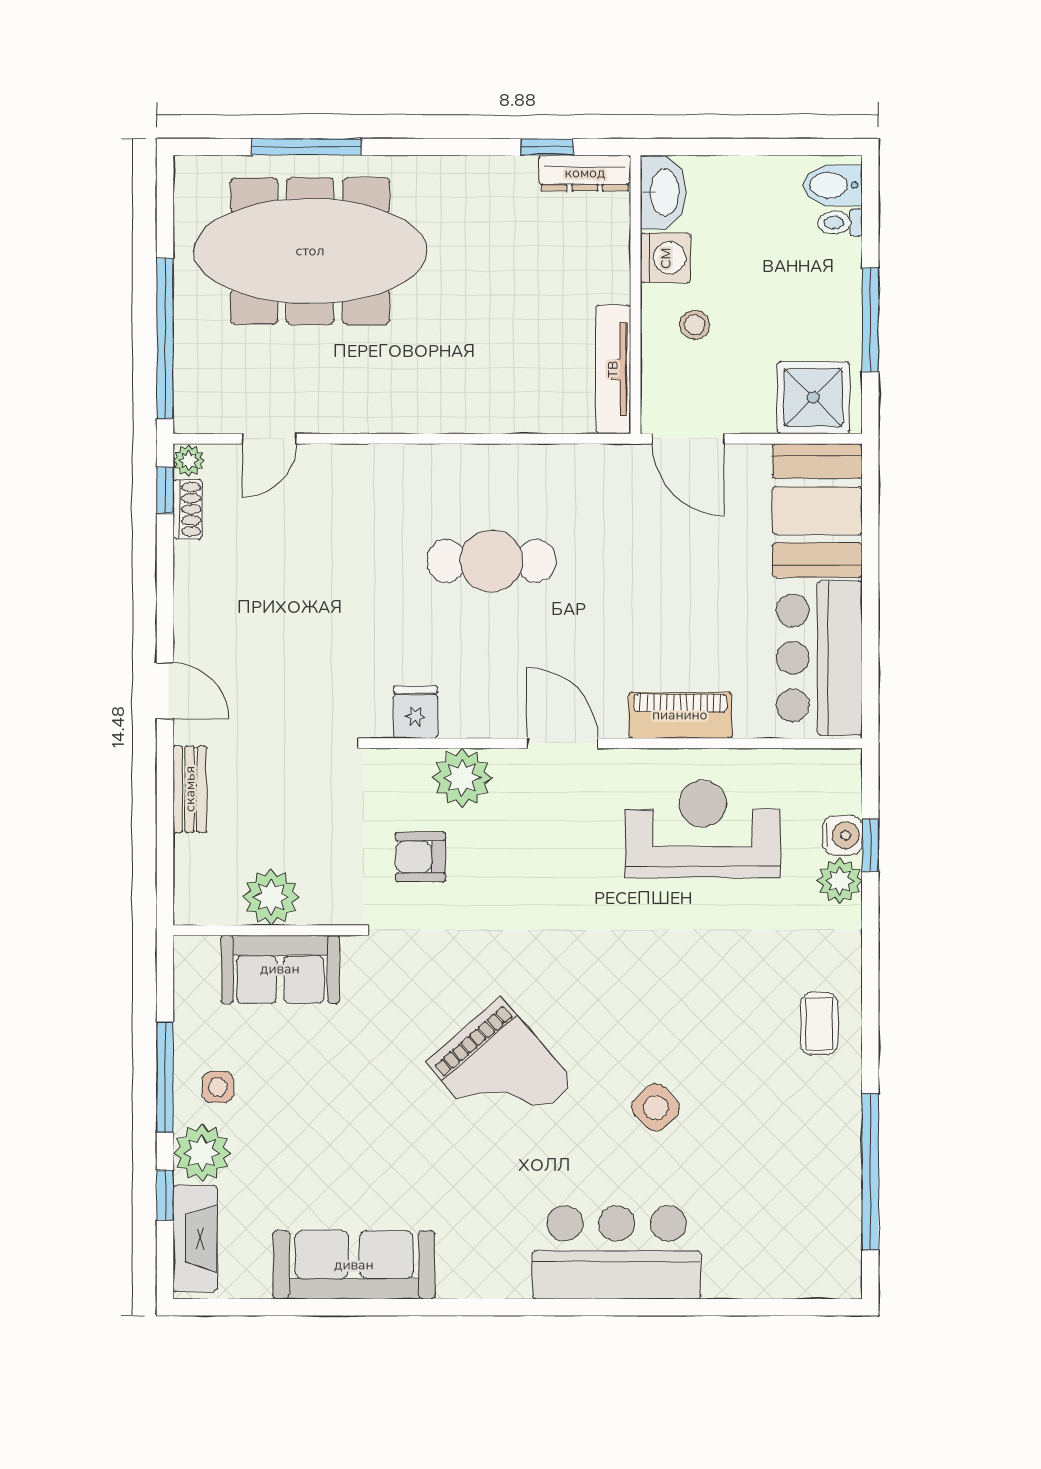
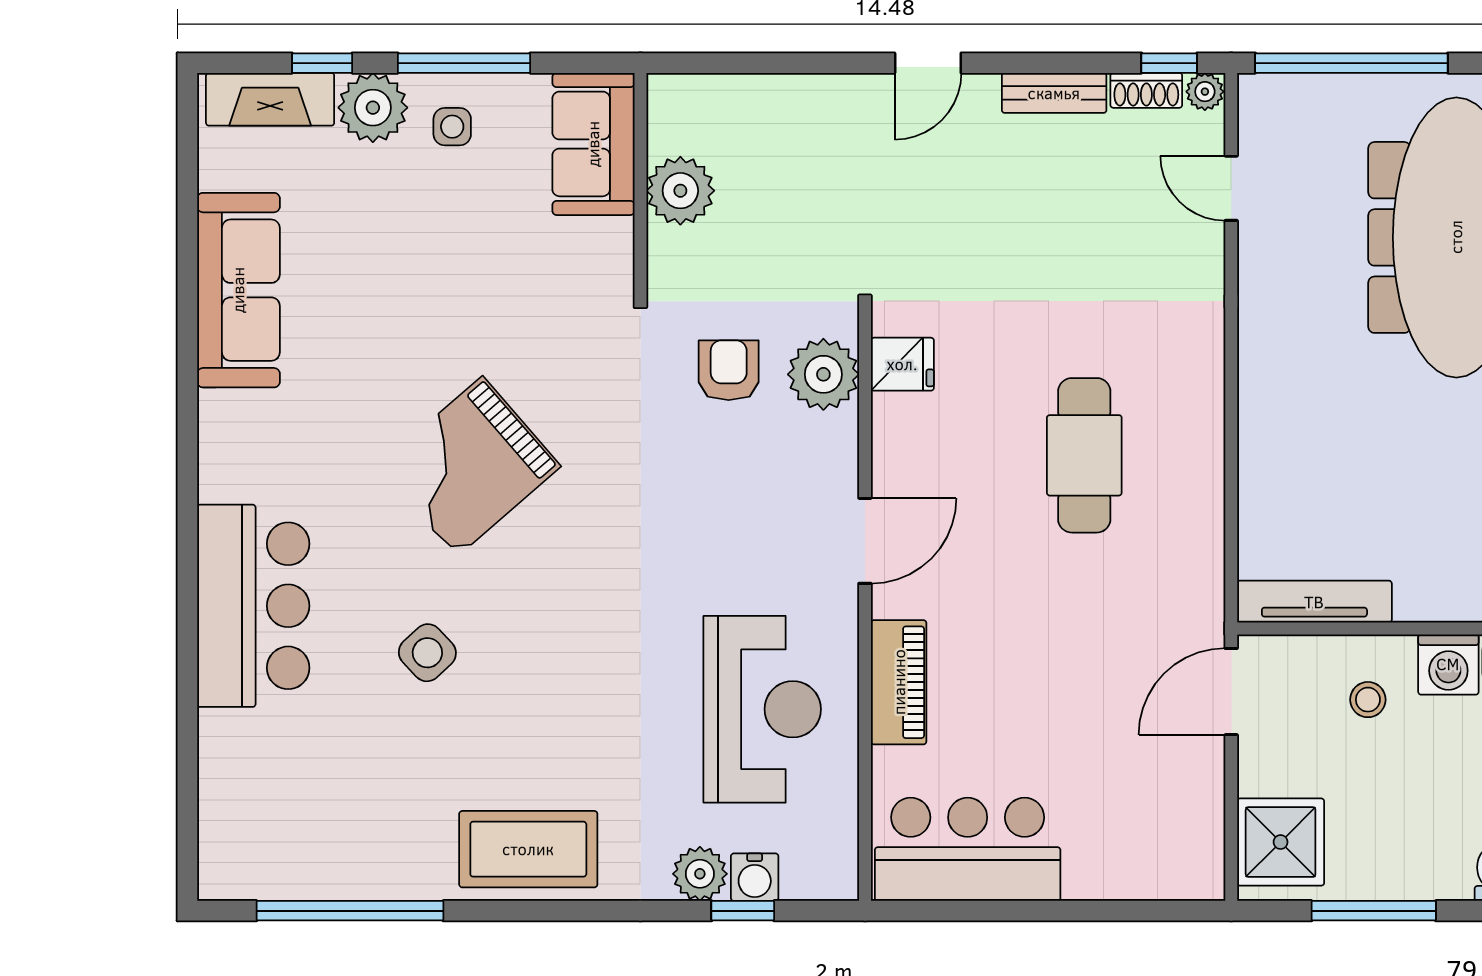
booth: (817, 510) -> (1145, 847), removed
plant: (462, 778) -> (823, 374), moved
bench: (190, 789) -> (1054, 93), moved
sofa: (280, 969) -> (593, 144), moved
coffee table: (819, 1024) -> (528, 849), width x1.86, depth x1.72

